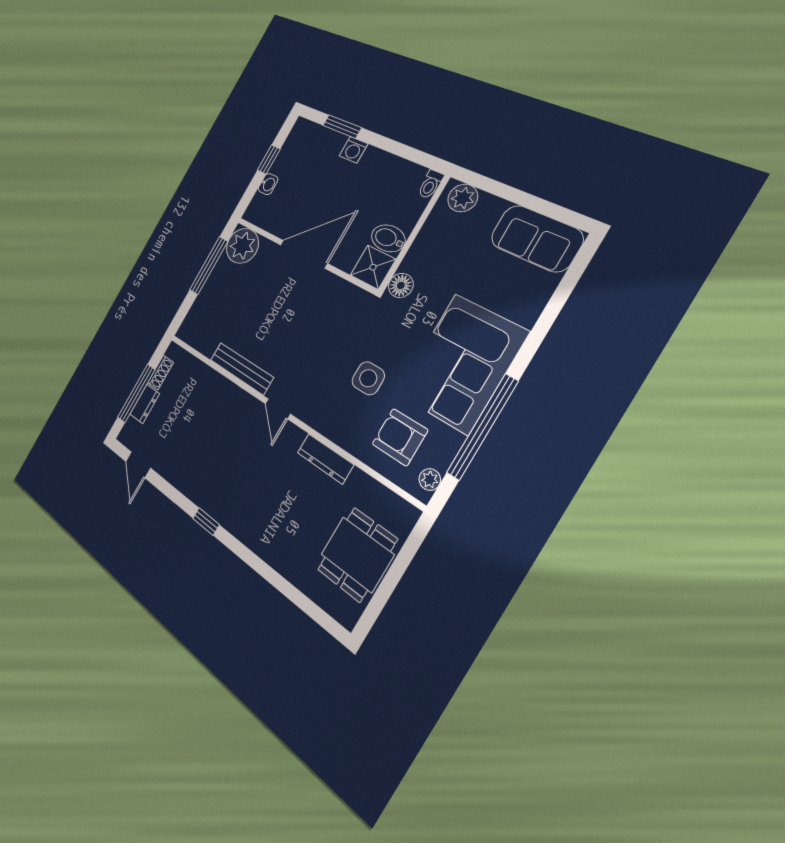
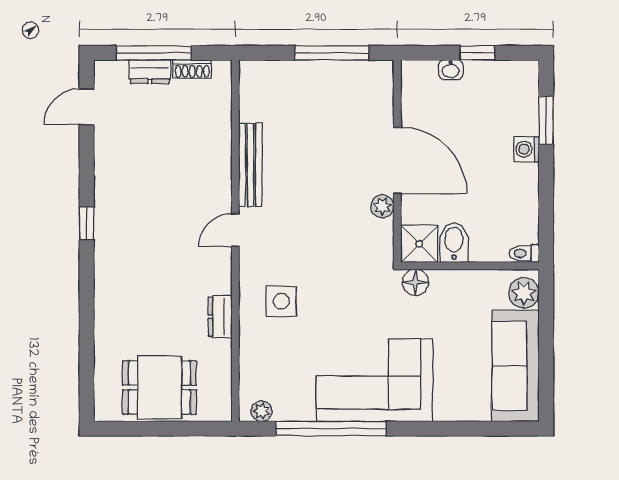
sofa: (536, 238) -> (515, 366), width x1.36
plant: (242, 246) -> (382, 206), moved, width x0.53, depth x0.53
side table: (368, 378) -> (281, 301), moved
armchair: (400, 437) -> (281, 364), removed
dresser: (325, 459) -> (220, 317), width x0.70

